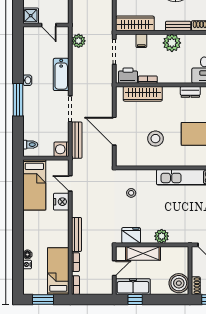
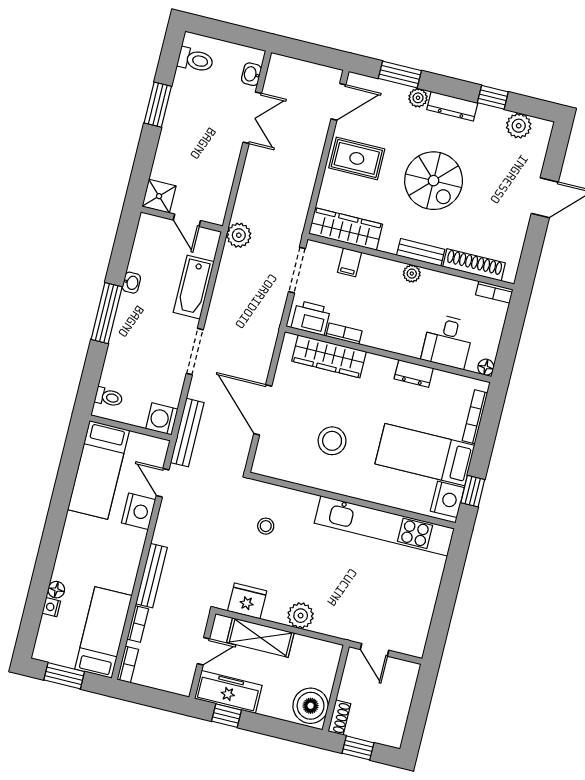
shower: (31, 16) -> (159, 196), moved
wall: (46, 25) -> (182, 219), moved
door: (49, 25) -> (187, 220), moved
plant: (172, 43) -> (412, 274), width x0.53, depth x0.53
bench: (77, 140) -> (187, 433), moved

